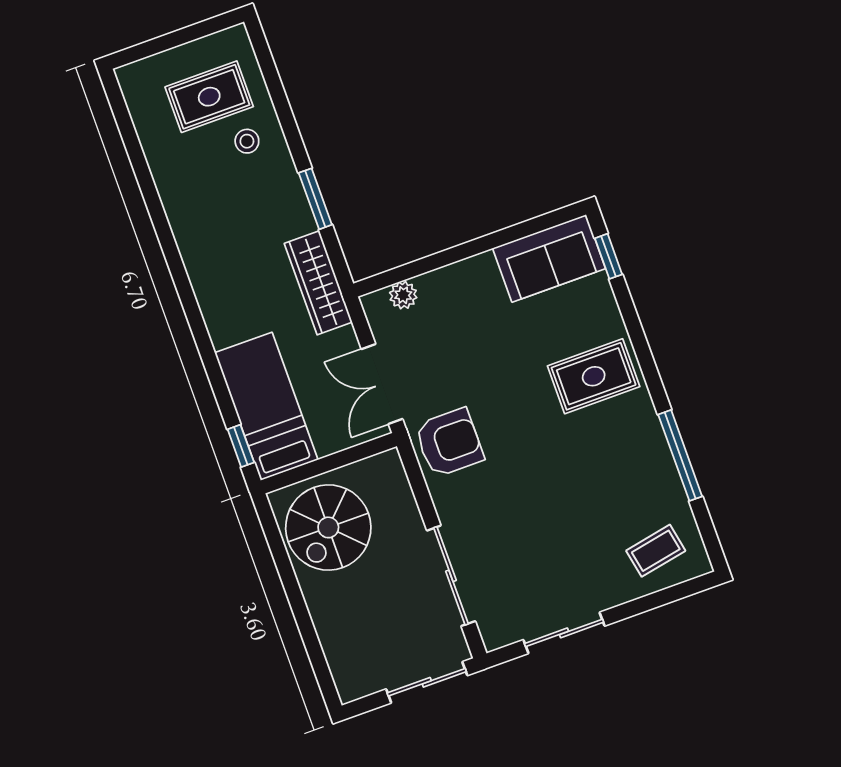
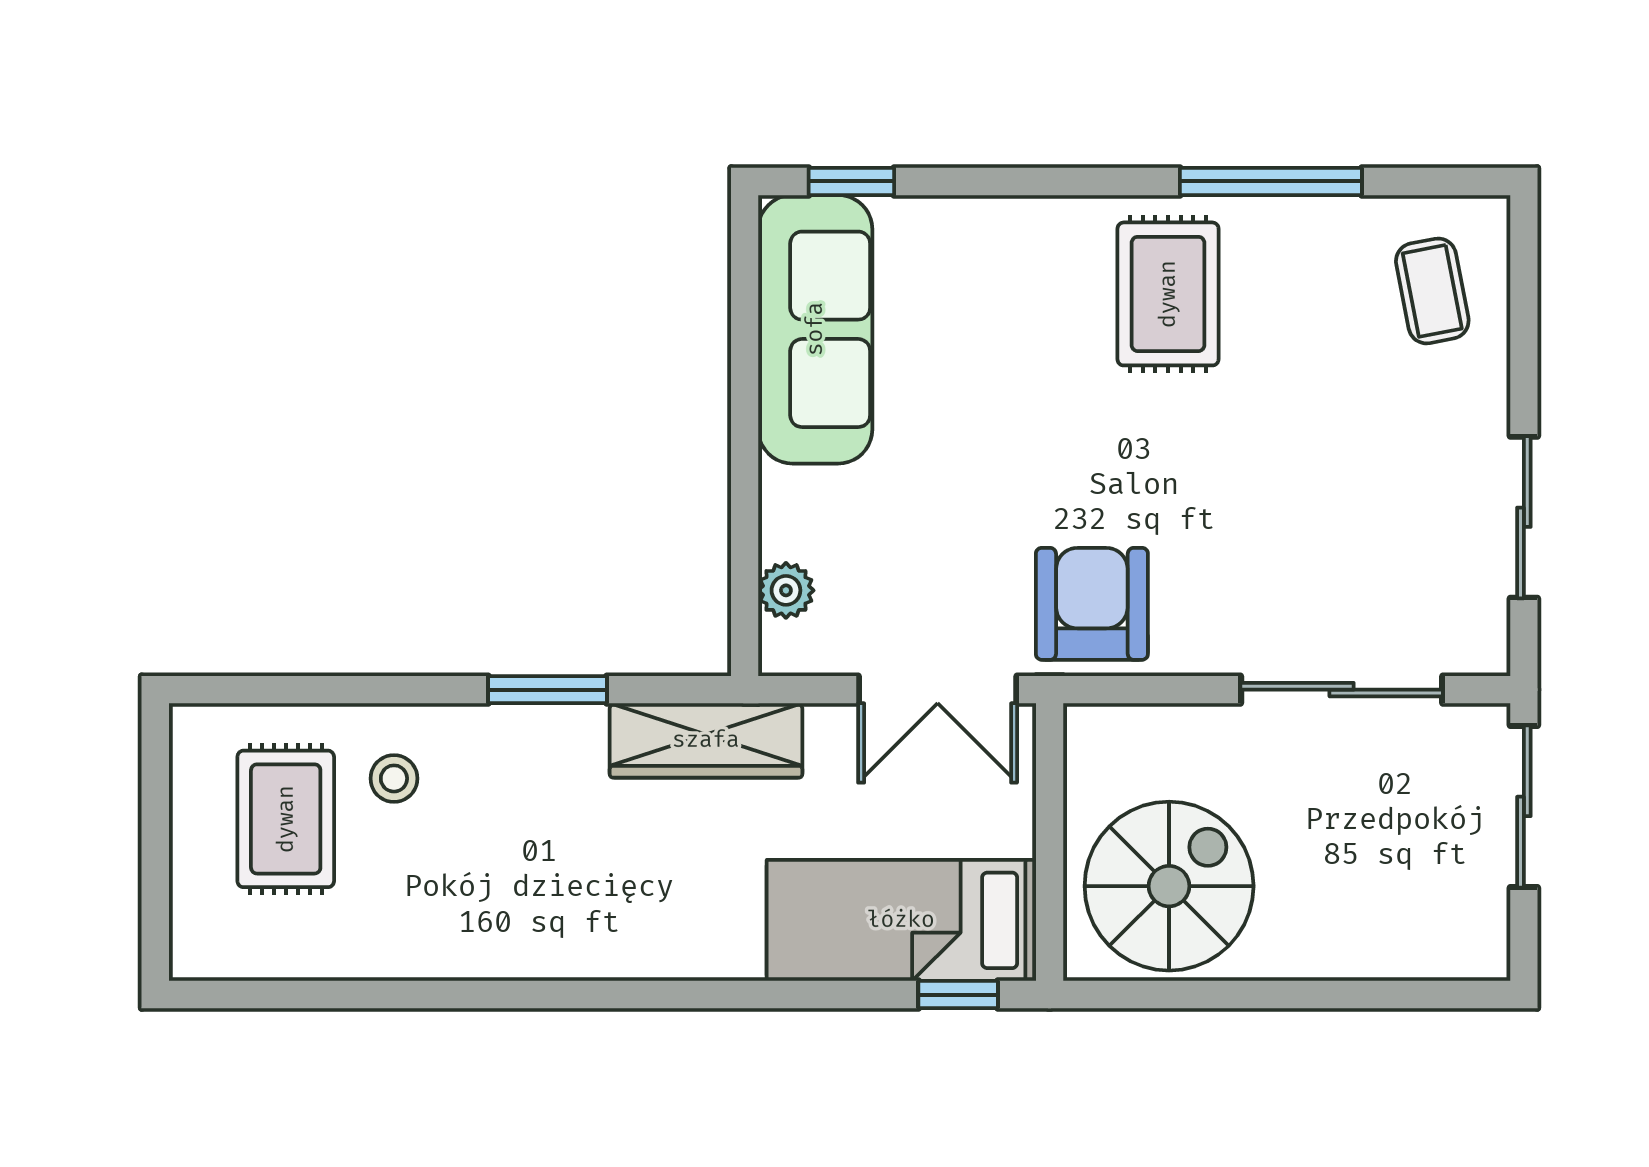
sofa: (549, 258) -> (815, 329), width x1.36
rug: (594, 376) -> (1168, 294), moved
spiral stairs: (328, 527) -> (1169, 886), turned -90

